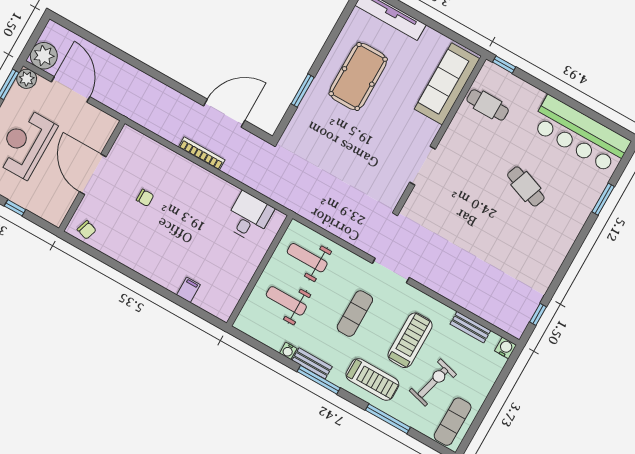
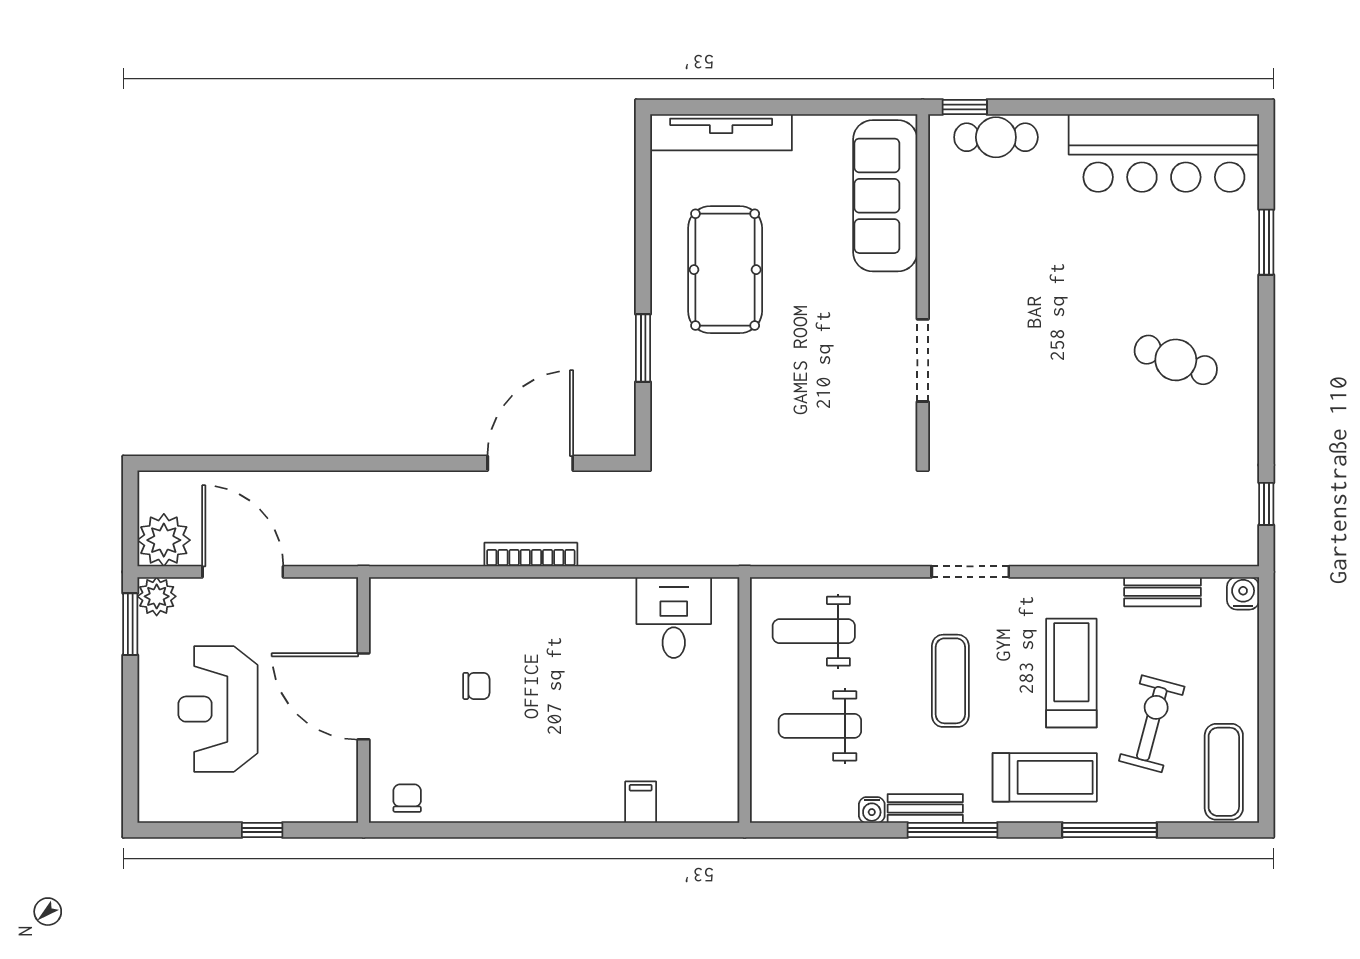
cafe table: (488, 105) -> (996, 137), moved
cafe table: (526, 186) -> (1176, 360), moved
chair: (87, 230) -> (407, 798), turned -108

